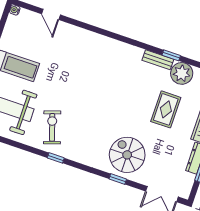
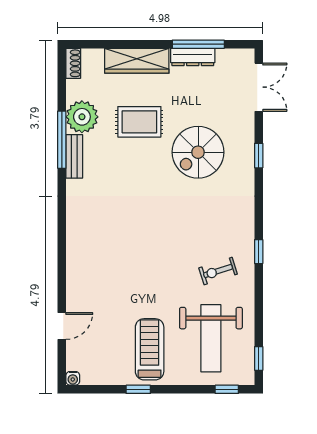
window: (171, 55) -> (62, 140), width x2.17
exercise bike: (52, 127) -> (218, 271), width x0.73, depth x0.72
spiral stairs: (127, 155) -> (198, 152), moved

